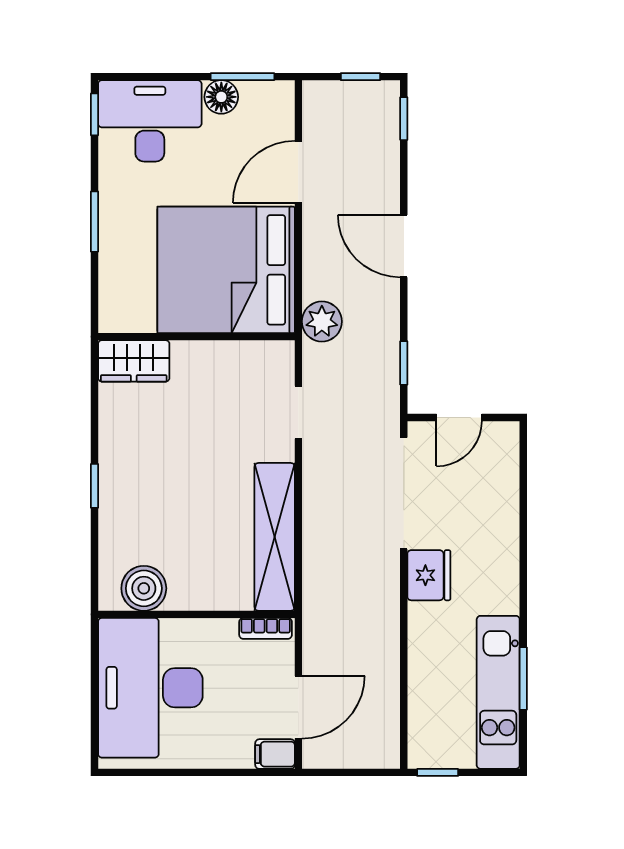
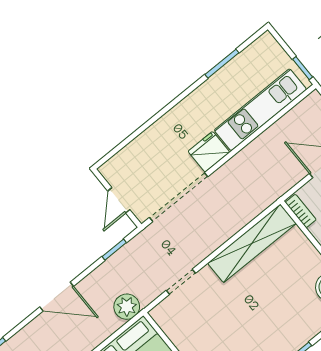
door: (404, 246) -> (57, 297), hinge flipped
door: (459, 418) -> (119, 200), swing flipped
kitchen unit: (498, 692) -> (260, 110), moved, turned 180

